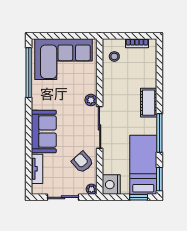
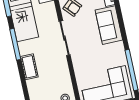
plant: (91, 100) -> (76, 59), removed

